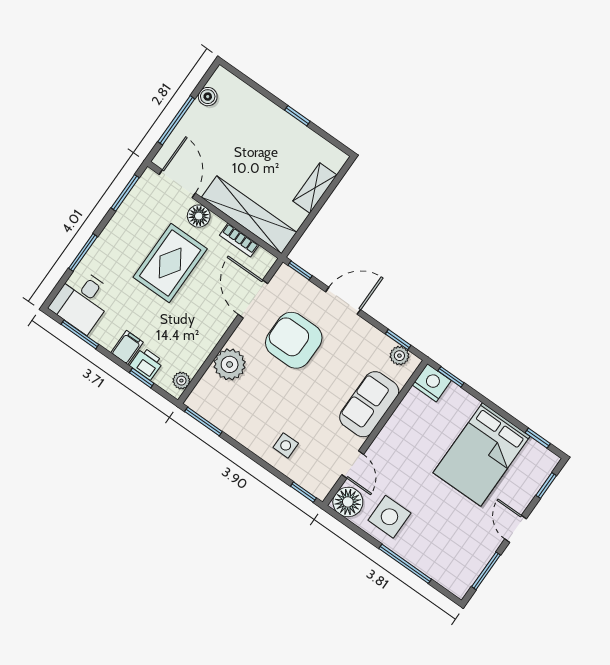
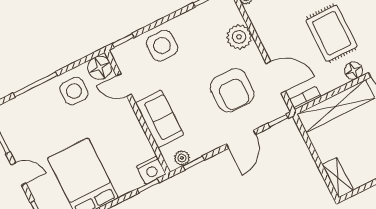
shelving: (315, 188) -> (338, 178), moved
bookcase: (239, 240) -> (305, 98), moved
armchair: (294, 340) -> (232, 90), turned 90
side table: (286, 445) -> (162, 46), width x1.87, depth x1.87

